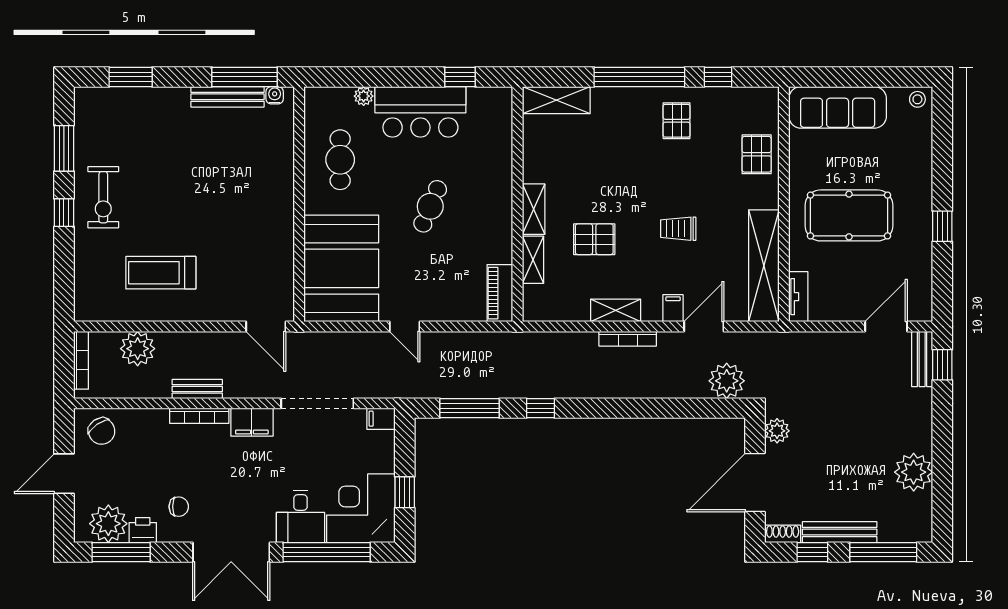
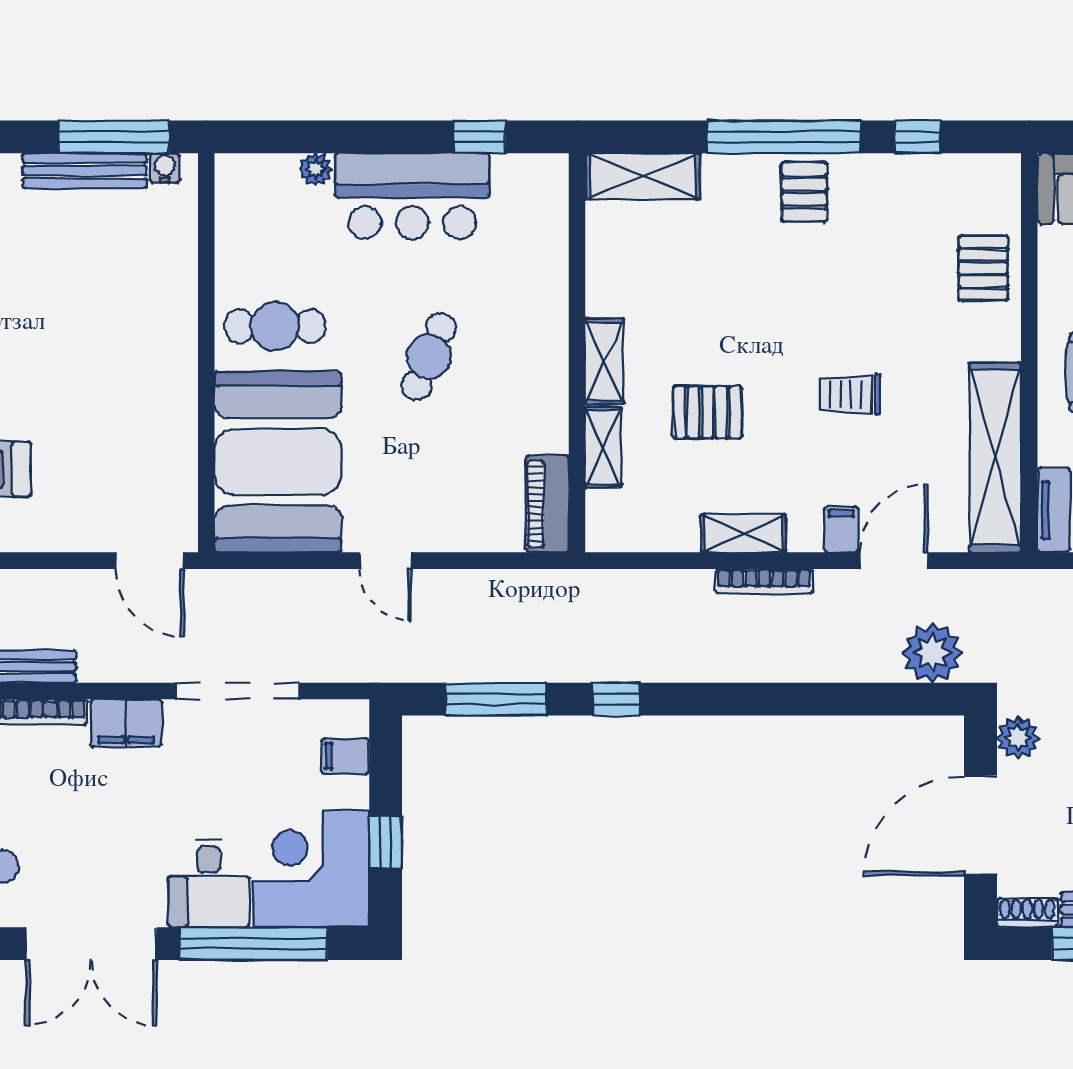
pallet: (677, 121) -> (804, 192), moved
cafe table: (340, 160) -> (275, 326), moved, turned 90
filing cabinet: (381, 419) -> (345, 756), moved

